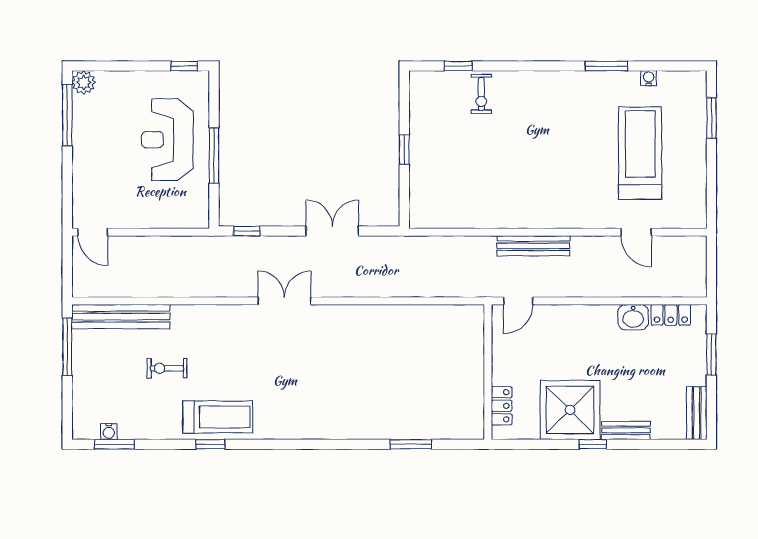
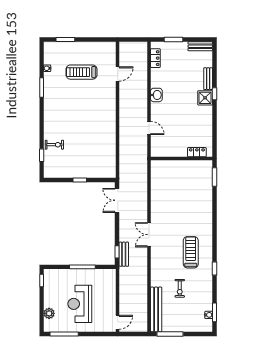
plant: (84, 82) -> (49, 313), moved
reception desk: (167, 140) -> (80, 304), moved, turned 90
treadmill: (640, 153) -> (81, 72), width x0.73, depth x0.73
double door: (332, 231) -> (117, 200), moved
bench: (533, 246) -> (124, 254), moved, width x0.73
washbasin: (633, 317) -> (156, 95), moved
wall: (488, 372) -> (181, 158), moved
locker: (502, 406) -> (197, 152), moved
shower: (570, 410) -> (205, 98), width x0.54, depth x0.54
treadmill: (218, 417) -> (191, 252), moved

